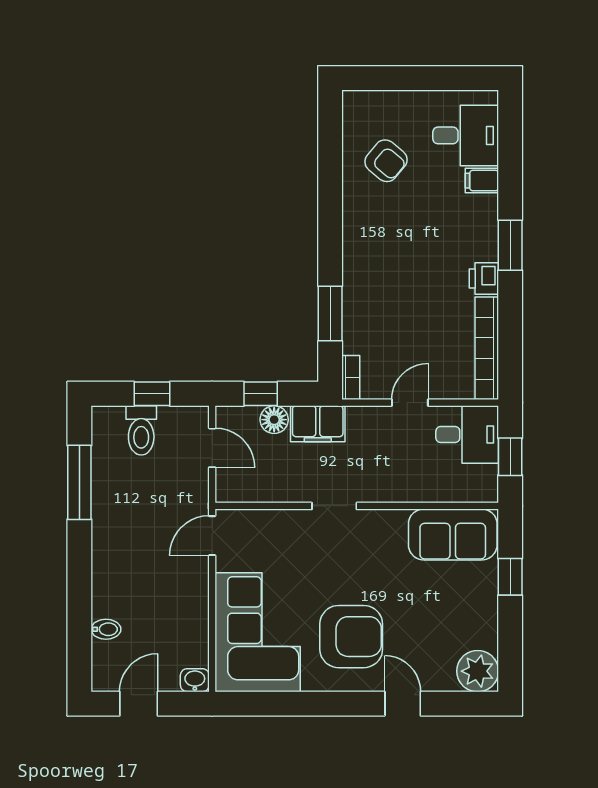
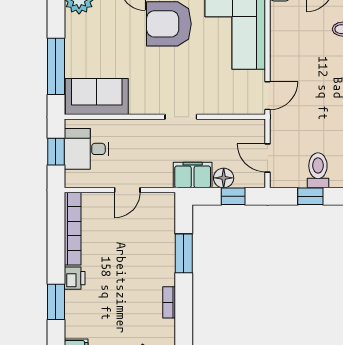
bookcase: (351, 378) -> (169, 302), moved
desk: (467, 435) -> (86, 149), moved
window: (510, 577) -> (56, 66), width x2.17

